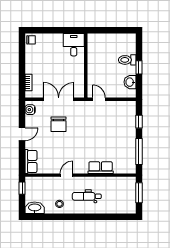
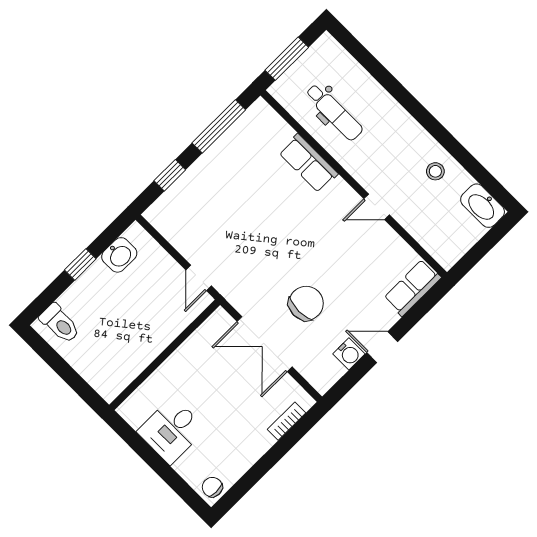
desk: (74, 45) -> (172, 430), moved
toilet: (127, 60) -> (60, 324), moved
water cooler: (30, 110) -> (349, 354), moved
window: (22, 188) -> (471, 259), removed
dental chair: (87, 196) -> (334, 112), moved

